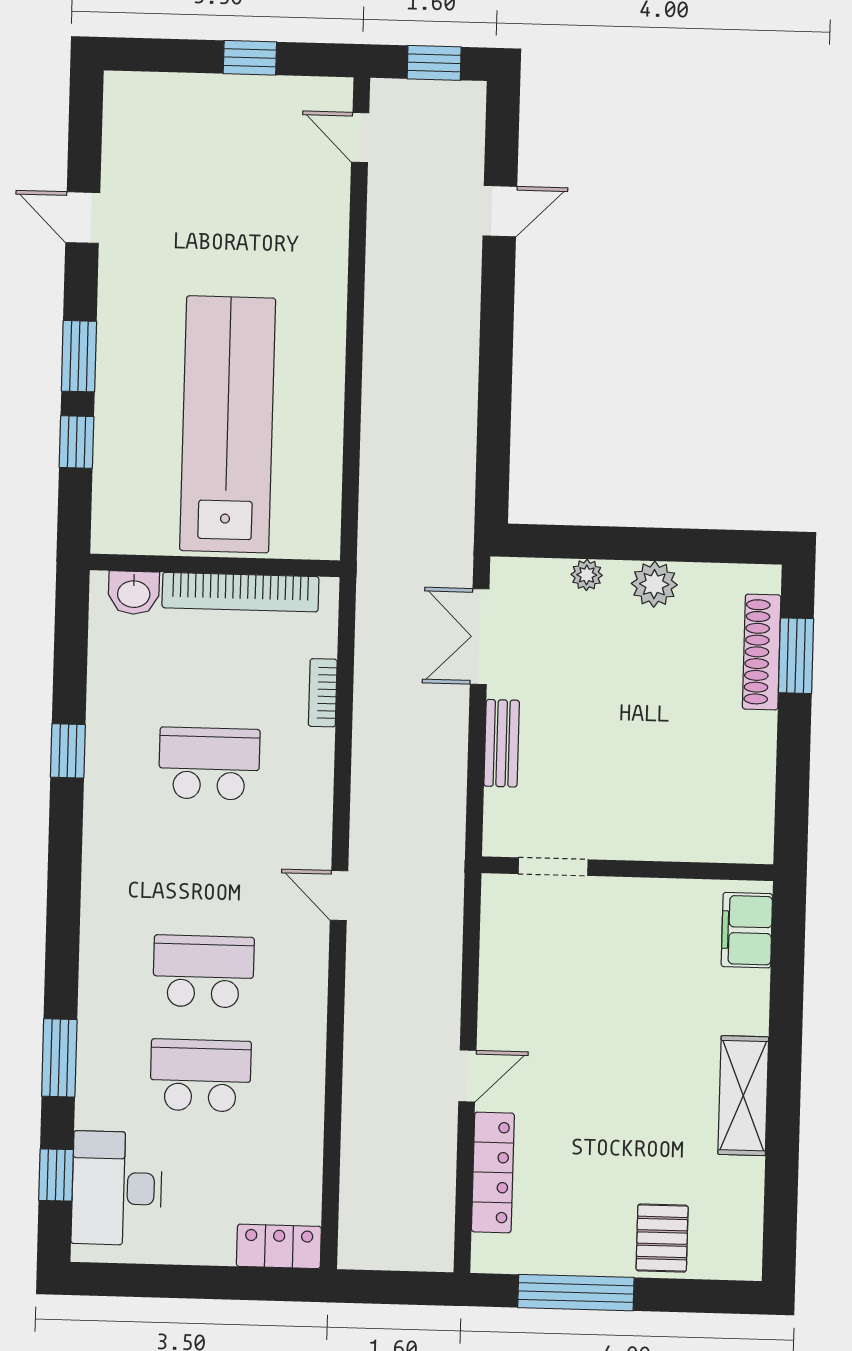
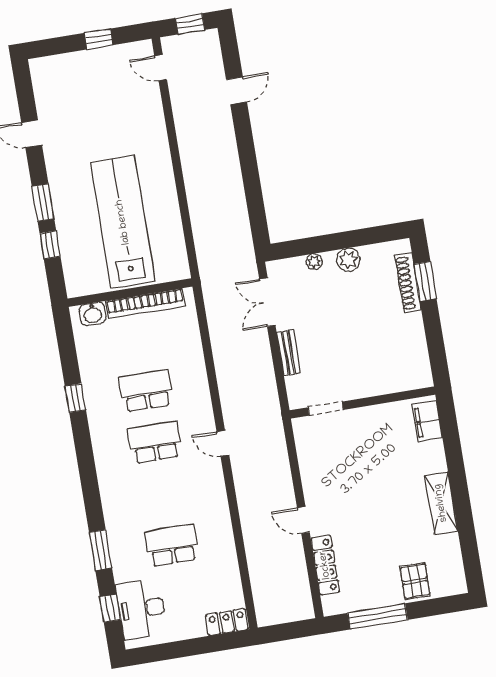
bookcase: (323, 693) -> (195, 345), removed
school desk: (203, 971) -> (155, 442), moved
door: (467, 1076) -> (303, 520), swing flipped

